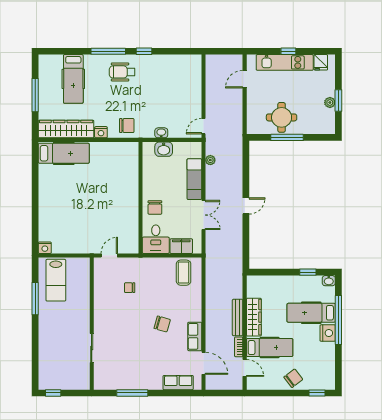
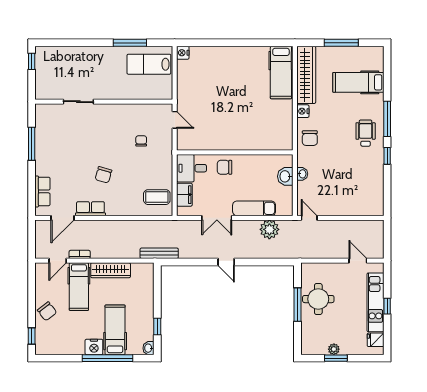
plant: (210, 160) -> (269, 229), width x1.88, depth x1.88
bench: (238, 317) -> (159, 253), moved

